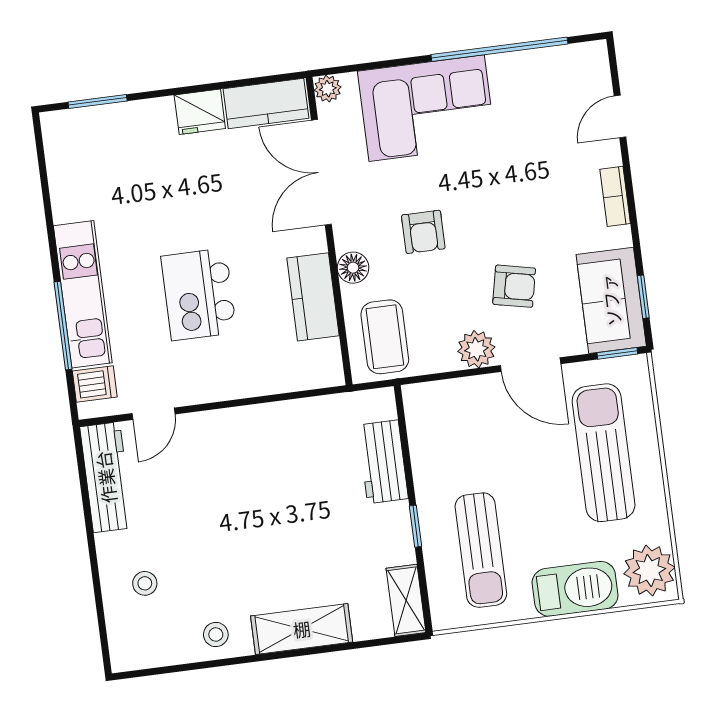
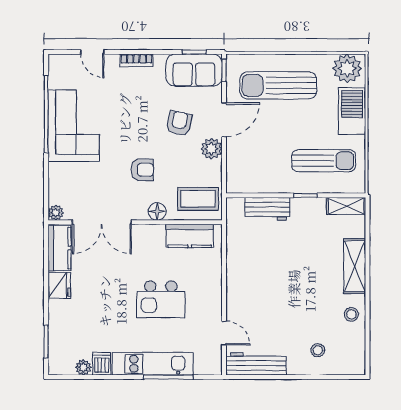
corner sofa: (427, 108) -> (74, 126), moved
plant: (61, 173) -> (83, 367), added
kitchen counter: (313, 297) -> (190, 236), moved
dishwasher: (95, 384) -> (102, 364), moved

